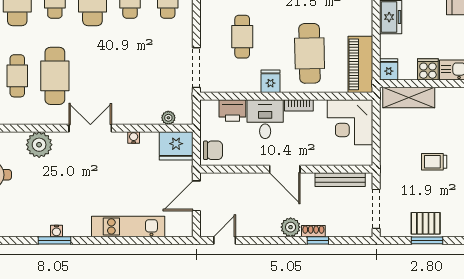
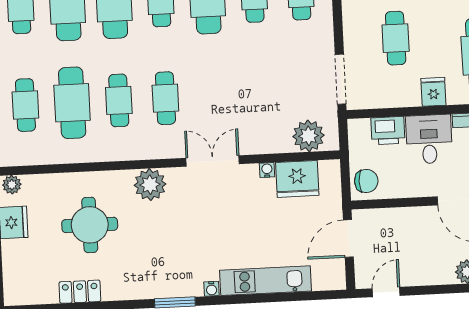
cafe table: (55, 76) -> (165, 98), width x0.73, depth x0.74
plant: (168, 118) -> (309, 136), width x1.88, depth x1.88
fridge: (176, 146) -> (297, 179), moved
water cooler: (56, 231) -> (212, 289), moved

